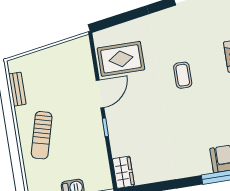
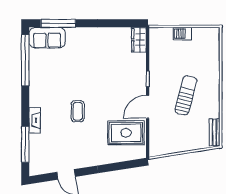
bench: (17, 89) -> (215, 132), moved
sun lounger: (42, 135) -> (186, 95), moved

